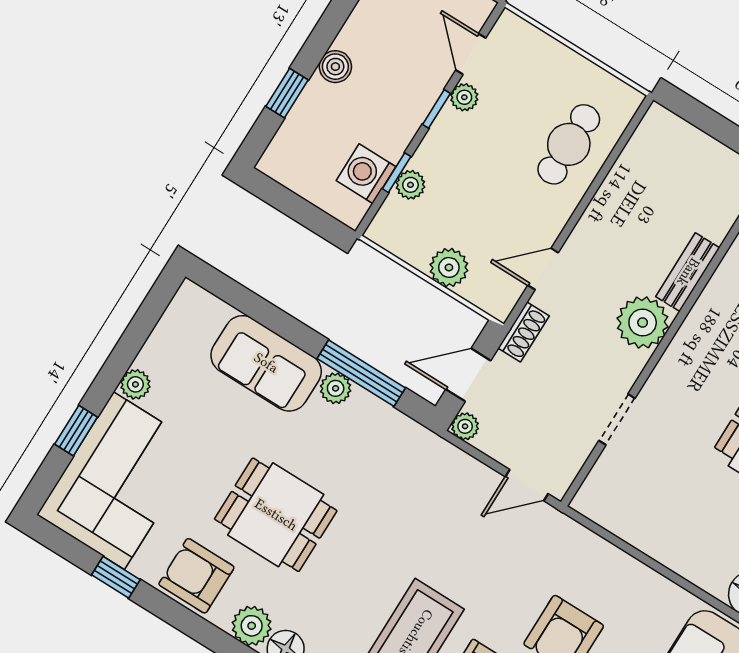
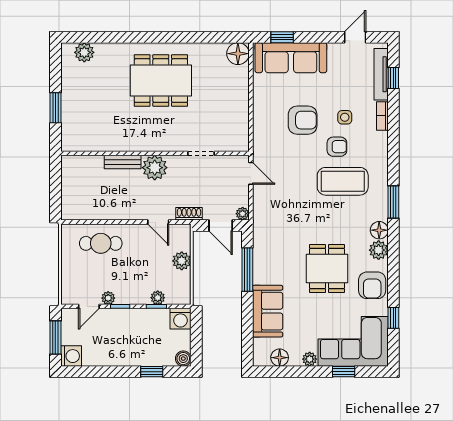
boiler: (335, 67) -> (183, 359), moved
washing machine: (366, 174) -> (180, 319), moved
floor lamp: (171, 333) -> (280, 358), added
plant: (336, 388) -> (260, 276), removed

